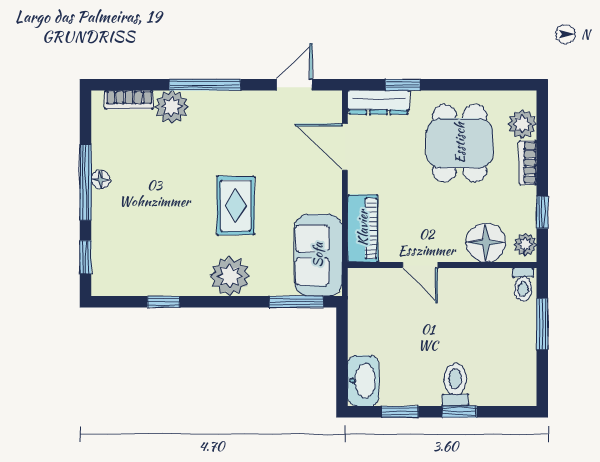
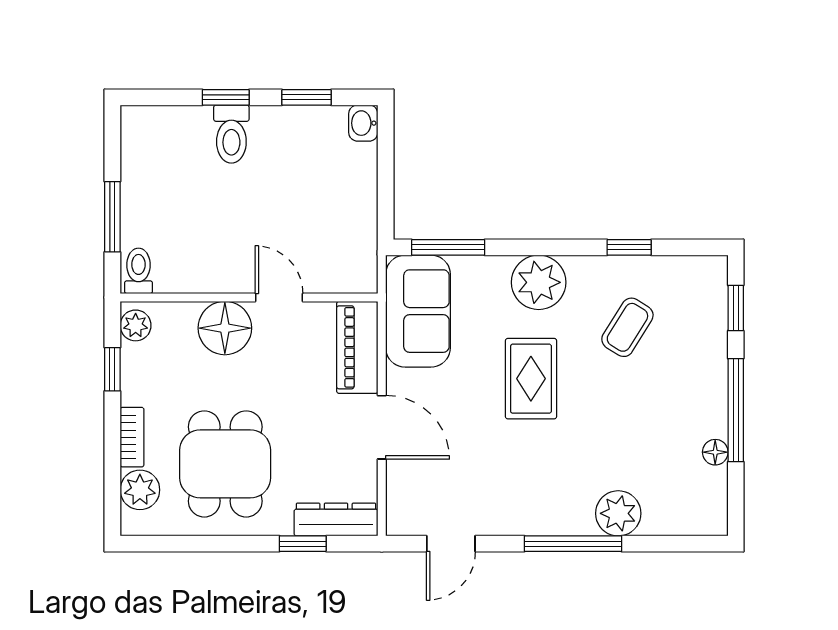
bookcase: (129, 100) -> (676, 523), removed
door: (345, 147) -> (382, 427), moved
floor lamp: (101, 180) -> (715, 452), moved
coffee table: (165, 243) -> (627, 327), added
floor lamp: (486, 243) -> (225, 328), moved
washbasin: (363, 381) -> (363, 123), width x0.52, depth x0.69

